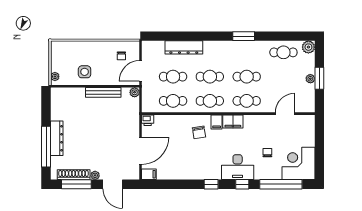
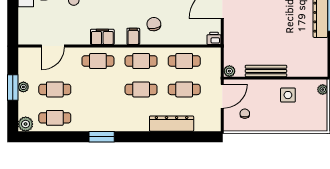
cafe table: (247, 77) -> (55, 89), moved
filing cabinet: (233, 121) -> (102, 37), moved

